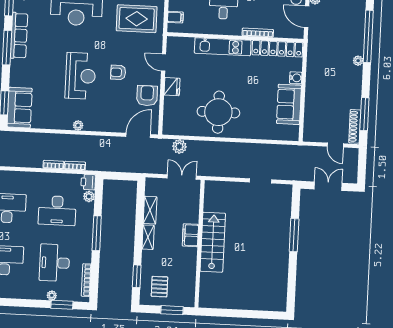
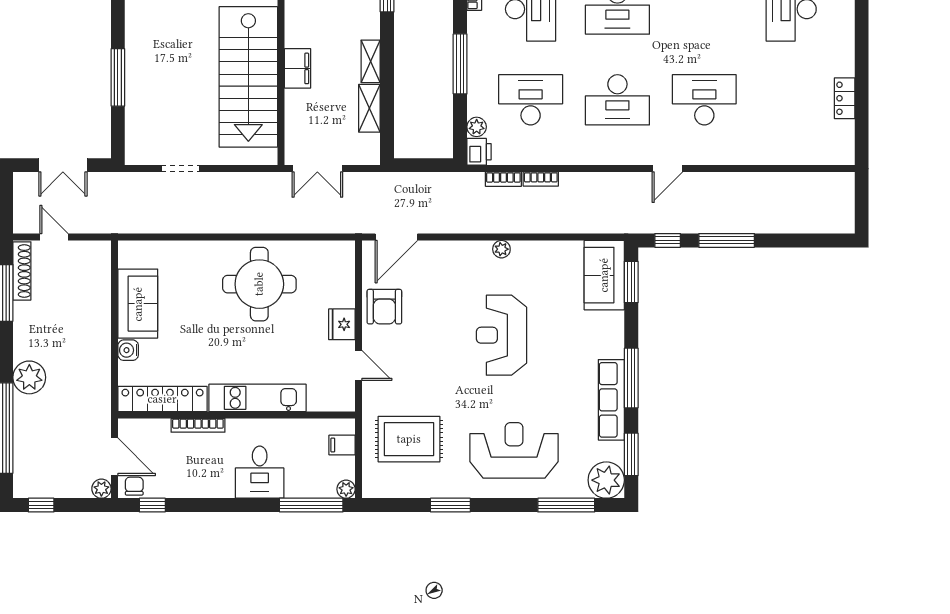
plant: (358, 61) -> (29, 377), width x1.88, depth x1.88
armchair: (118, 72) -> (436, 345), removed
plant: (179, 147) -> (324, 221), removed
stairs: (213, 242) -> (248, 77), width x1.36, depth x1.51

